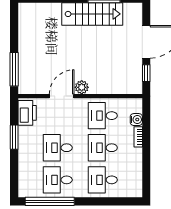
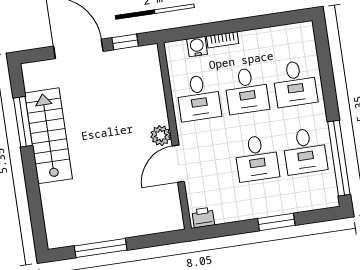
window: (14, 69) -> (101, 248), moved
door: (62, 96) -> (178, 164), hinge flipped
printer: (27, 113) -> (203, 217), width x0.53, depth x0.68
window: (14, 137) -> (276, 222), moved

